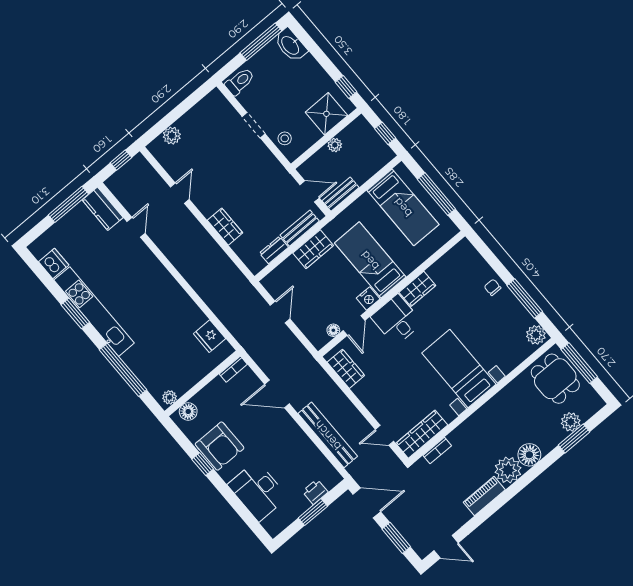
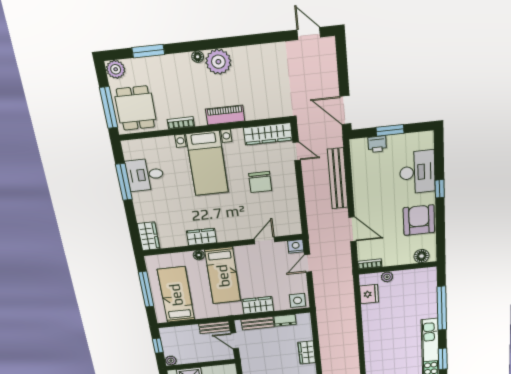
plant: (335, 145) -> (171, 361), moved
side table: (277, 281) -> (298, 300), added
chair: (493, 287) -> (260, 182), moved, width x1.87, depth x1.87
nightstand: (368, 299) -> (296, 246), moved
door: (280, 312) -> (308, 263), moved
desk: (397, 320) -> (145, 175), moved, turned 90
floor lamp: (333, 330) -> (199, 255), moved
plant: (536, 335) -> (131, 150), removed
wardrobe: (346, 369) -> (149, 236), moved, turned 180
plant: (170, 397) -> (387, 277), moved
plant: (571, 422) -> (116, 69), moved
bookcase: (437, 451) -> (181, 123), moved
floor lamp: (529, 455) -> (198, 57), width x0.53, depth x0.53
window: (203, 464) -> (440, 189), moved
piano: (484, 496) -> (225, 115), moved, turned 180
window: (396, 538) -> (342, 68), removed

